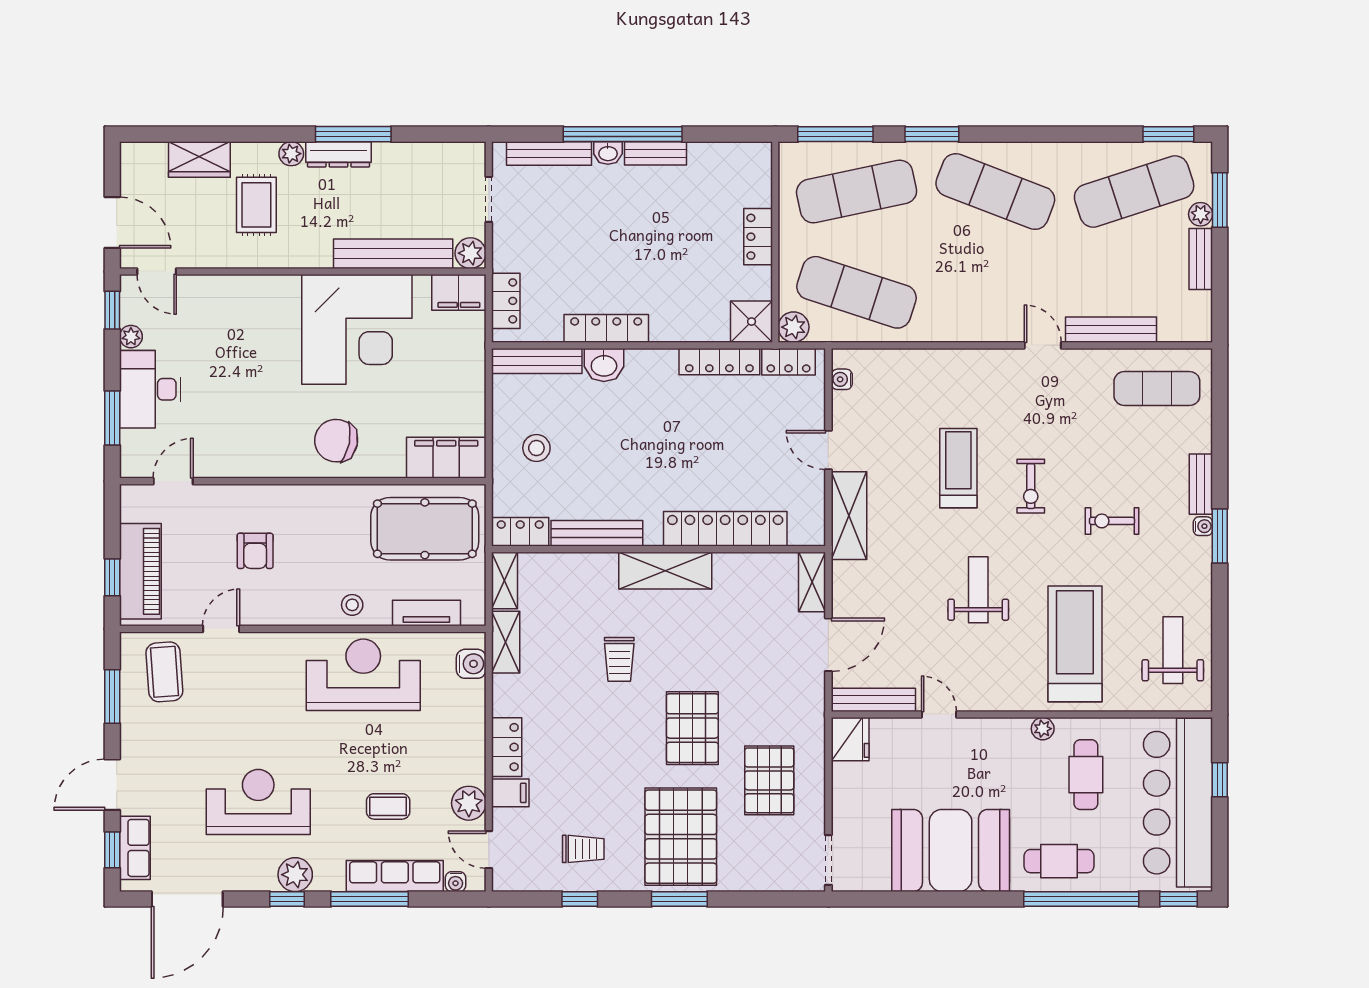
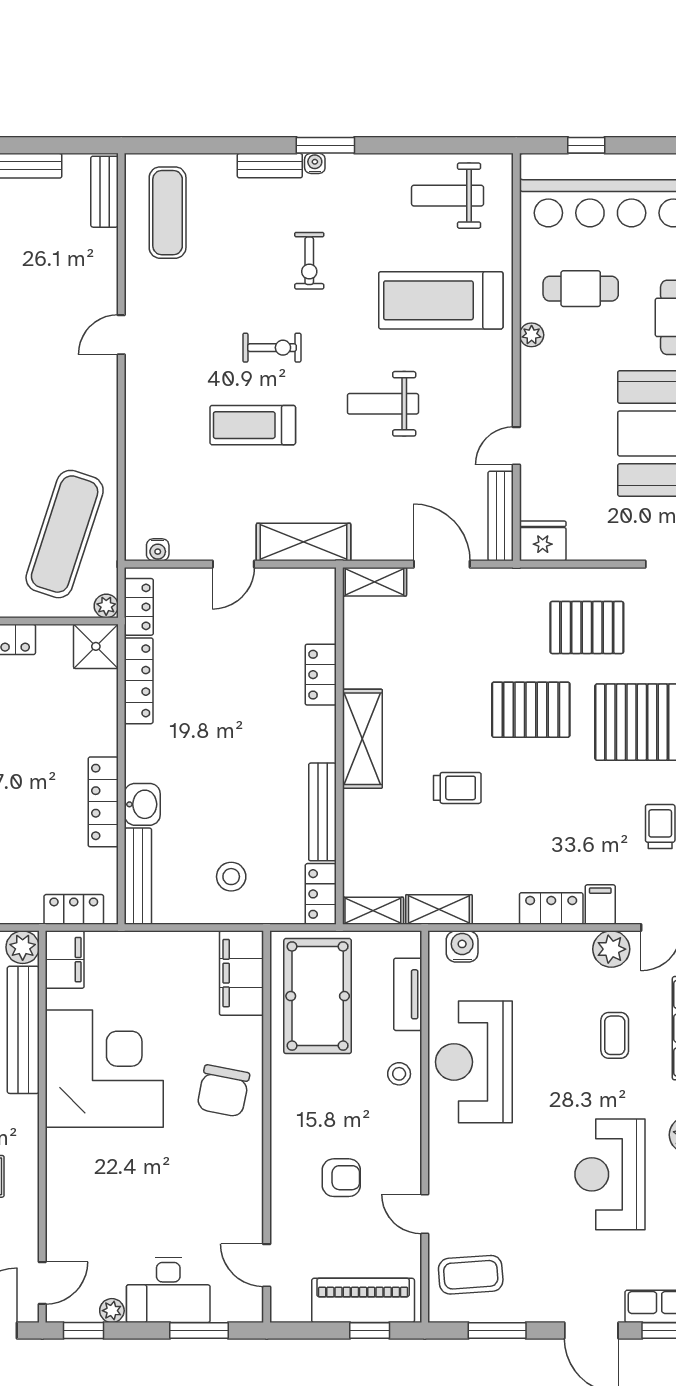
plant: (794, 327) -> (106, 606), width x0.73, depth x0.73
bench: (1111, 330) -> (105, 192), moved, width x0.73
locker: (725, 529) -> (321, 675), width x0.46, depth x0.83

